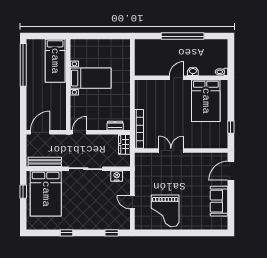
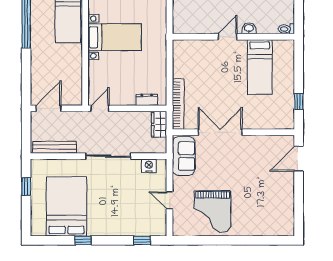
bed: (206, 101) -> (260, 67), width x0.67
double door: (171, 150) -> (220, 132), width x1.37
bed: (46, 194) -> (66, 206), moved, turned 180
sofa: (219, 201) -> (184, 156), moved, turned 180

